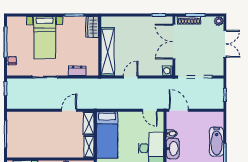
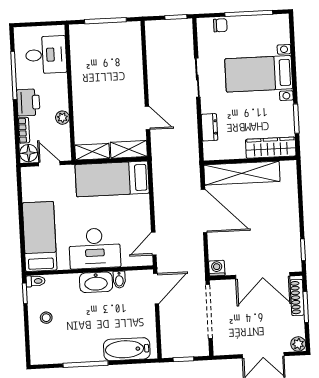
wardrobe: (92, 27) -> (271, 148), width x1.50
double door: (174, 42) -> (263, 276), swing flipped
door: (131, 77) -> (204, 211), width x1.88
bathtub: (217, 142) -> (127, 349), moved

